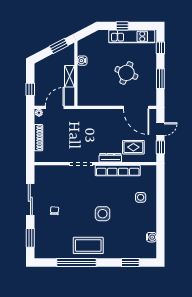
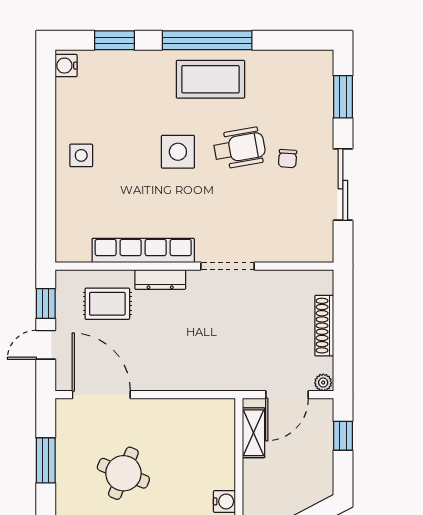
shelving: (69, 76) -> (253, 433), moved
side table: (141, 197) -> (81, 155), moved
wheelchair: (76, 215) -> (240, 148), added
water cooler: (151, 237) -> (66, 66), moved
window: (76, 263) -> (207, 40), moved

